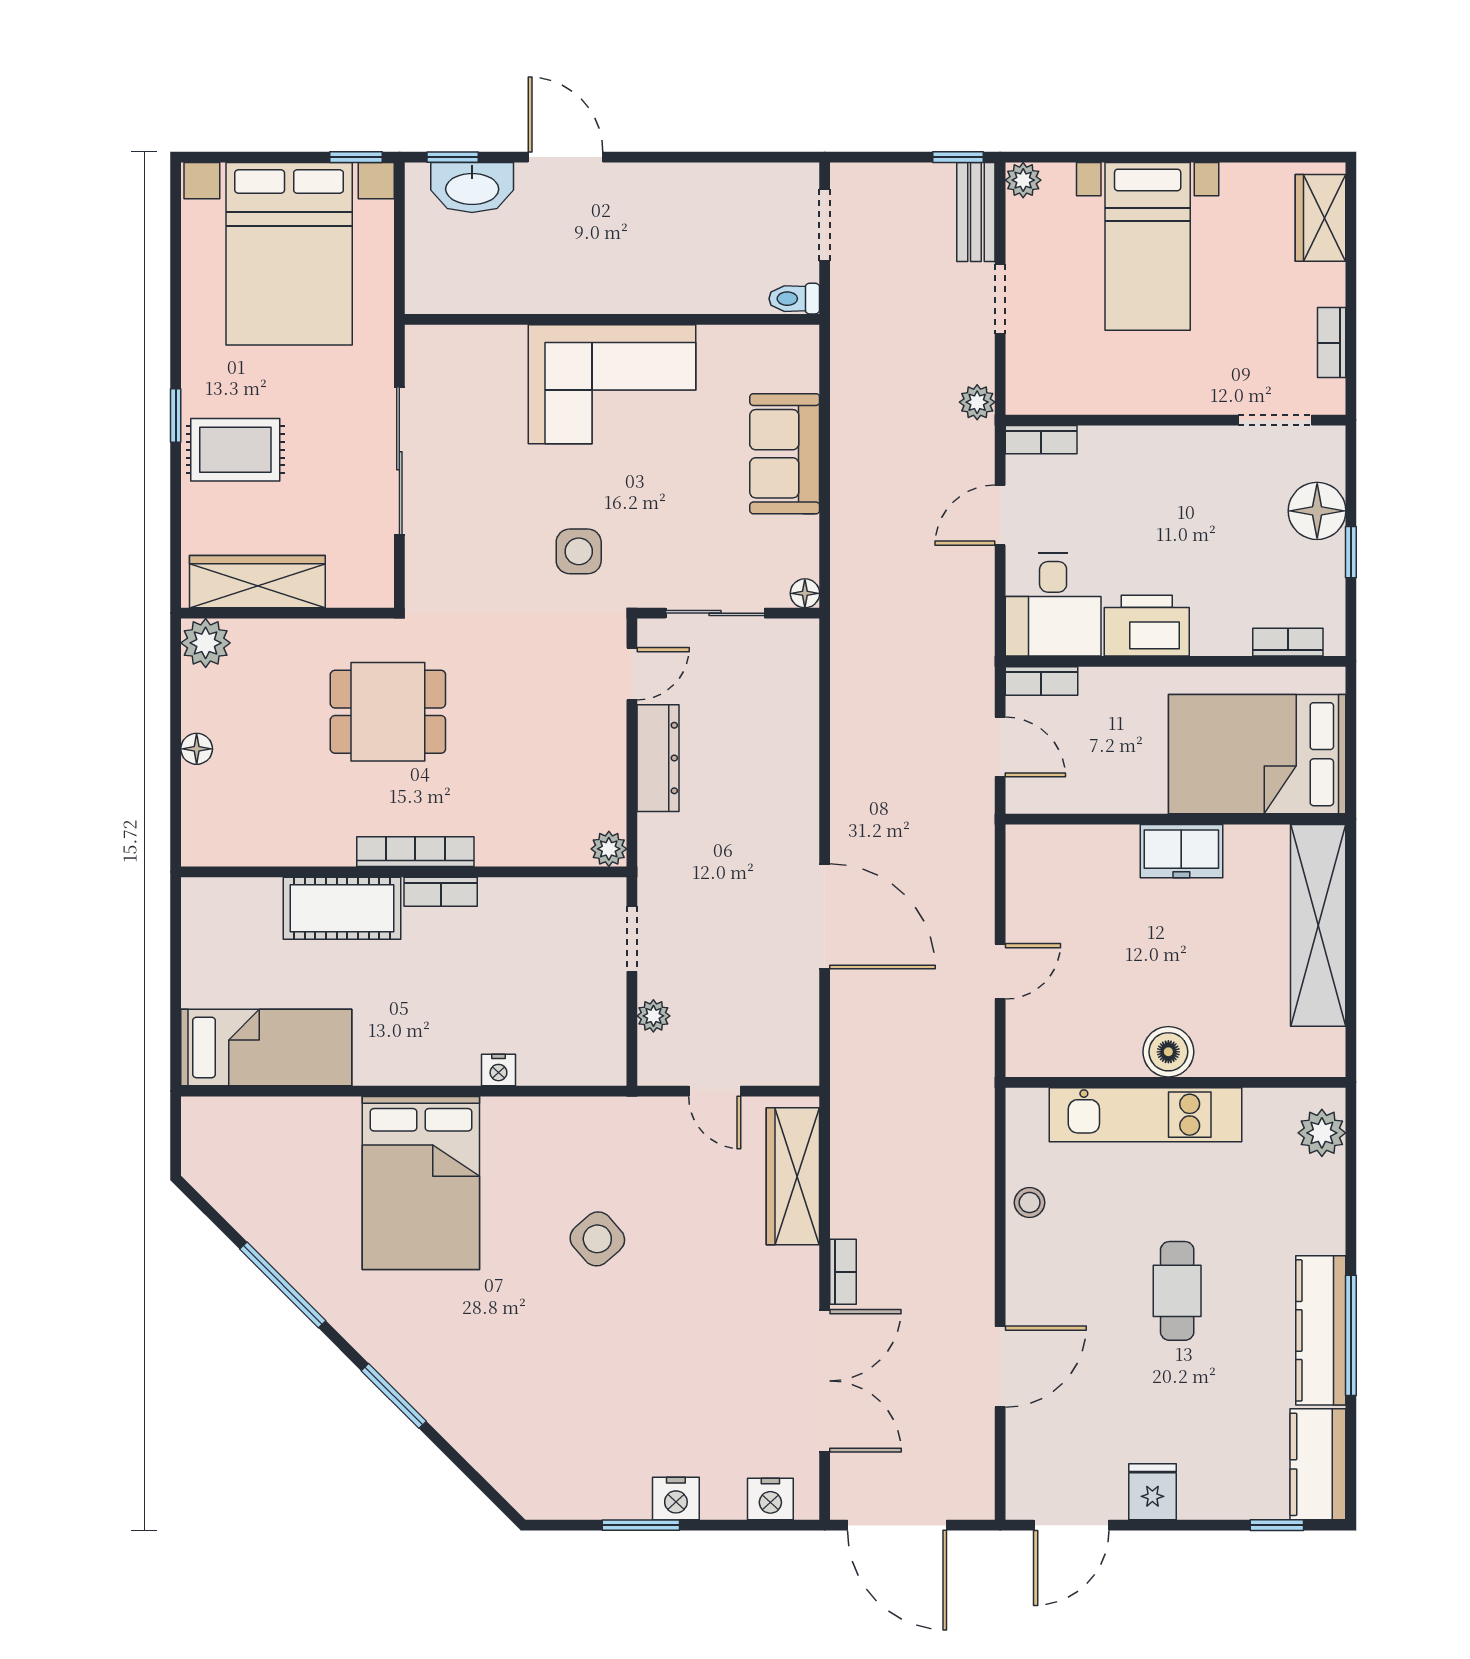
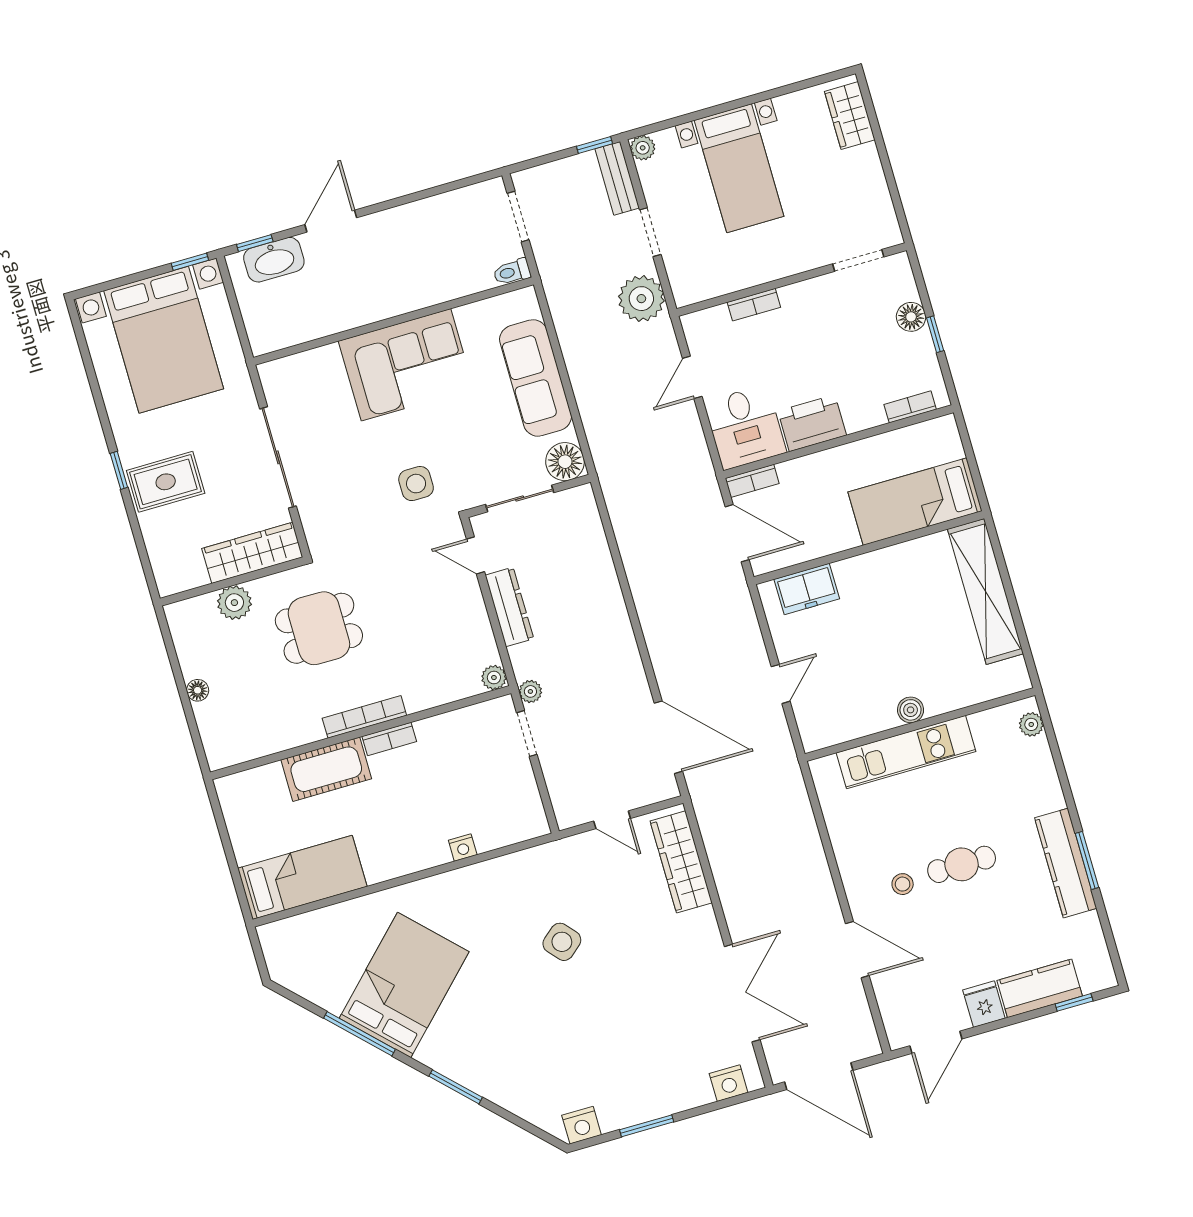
door: (566, 157) -> (331, 221), hinge flipped
bookcase: (1332, 343) -> (881, 197), removed
plant: (977, 402) -> (641, 299), width x1.87, depth x1.87
bookcase: (1041, 440) -> (754, 305), moved
sofa: (785, 454) -> (535, 378), width x1.36
floor lamp: (1317, 511) -> (911, 317), width x0.73, depth x0.73
wardrobe: (257, 582) -> (252, 553), moved
floor lamp: (805, 593) -> (565, 462), width x1.89, depth x1.89
plant: (206, 643) -> (234, 603), moved
door: (632, 674) -> (475, 555), swing flipped
door: (1000, 747) -> (737, 533), width x1.38
bed: (1257, 754) -> (915, 502), width x0.67
freezer: (1181, 851) -> (807, 589), moved
door: (825, 916) -> (668, 737), moved
plant: (653, 1016) -> (530, 691), moved
boiler: (1168, 1052) -> (911, 710), width x0.73, depth x0.73
plant: (1322, 1133) -> (1031, 724), width x0.73, depth x0.73
bed: (421, 1183) -> (404, 985), moved, turned -135
stool: (1030, 1203) -> (903, 884), moved
bookcase: (843, 1272) -> (733, 916), removed
cafe table: (1177, 1291) -> (962, 864), turned 90
window: (1351, 1335) -> (1087, 860), width x0.69
door: (1000, 1367) -> (857, 950), hinge flipped
kitchen counter: (1318, 1464) -> (1040, 988), moved, turned 90
nightstand: (676, 1499) -> (582, 1125), moved

